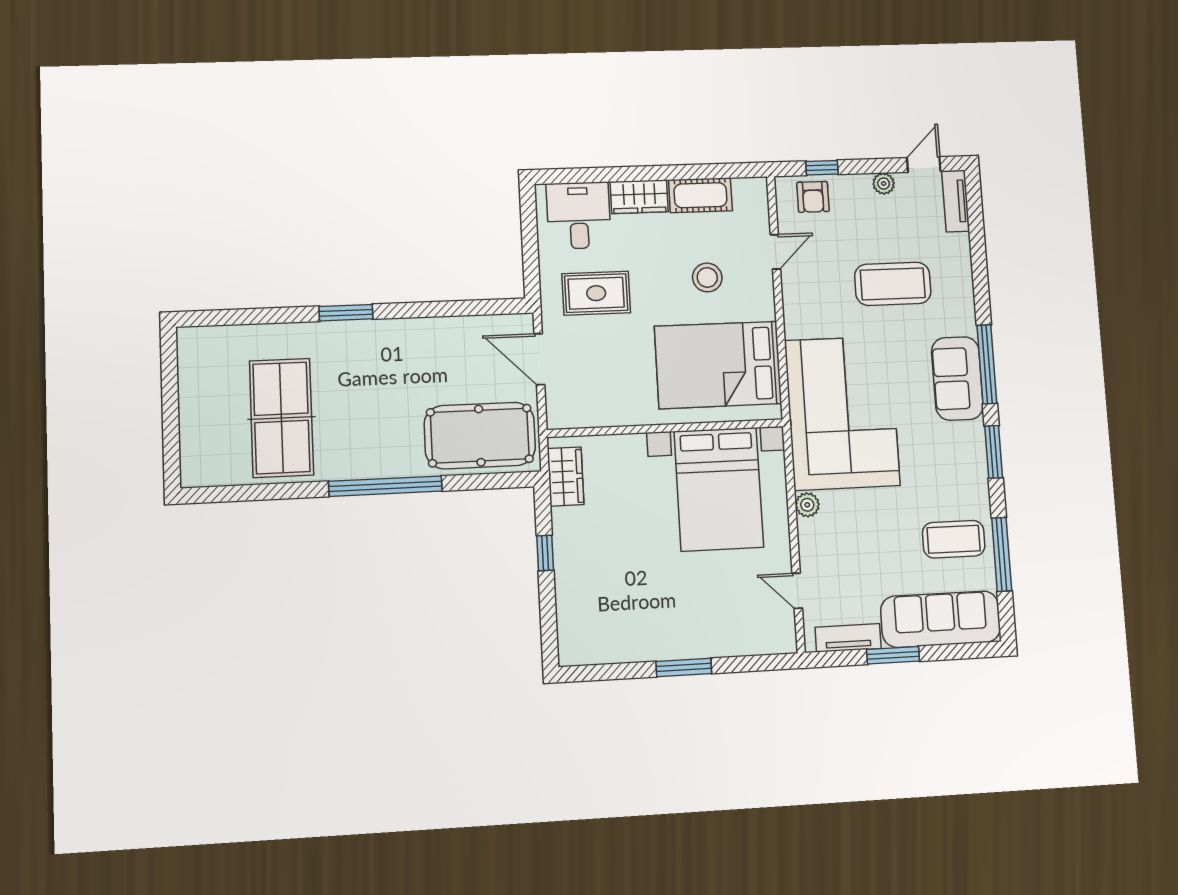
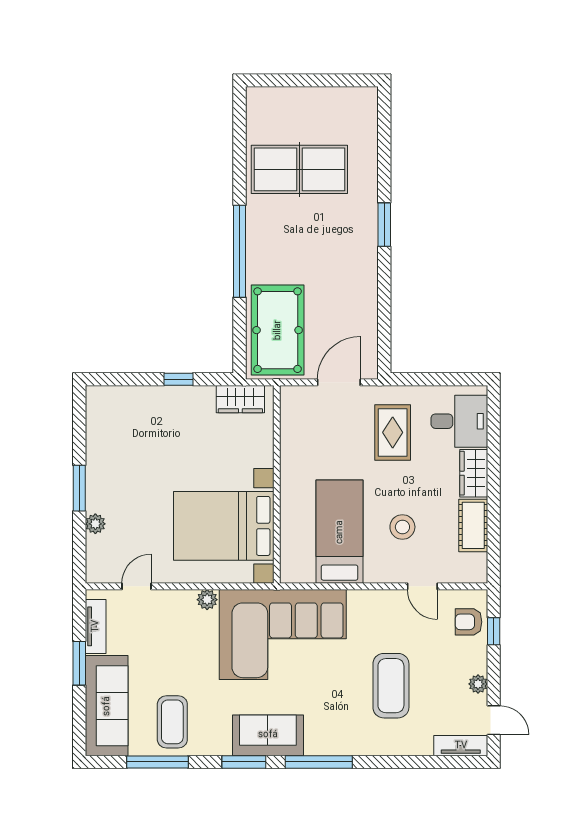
bed: (718, 365) -> (340, 532), width x0.67
sofa: (957, 378) -> (268, 735), moved
plant: (726, 645) -> (95, 524), added

